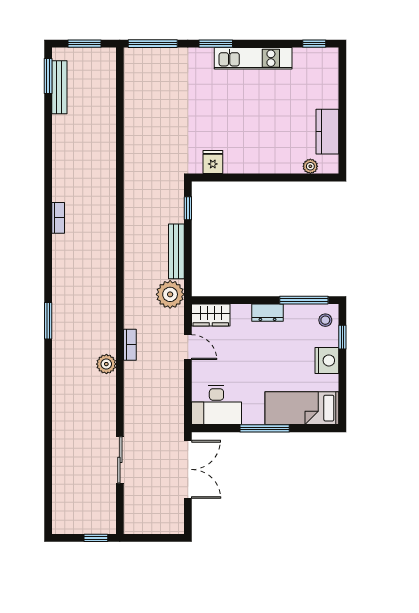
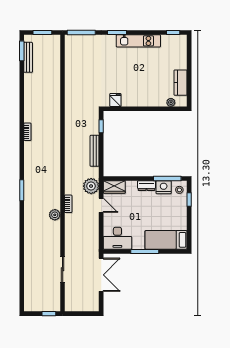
plant: (170, 294) -> (91, 186), moved
nightstand: (327, 360) -> (164, 187), moved, turned -90

